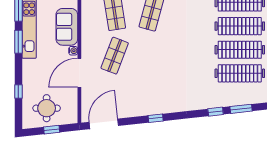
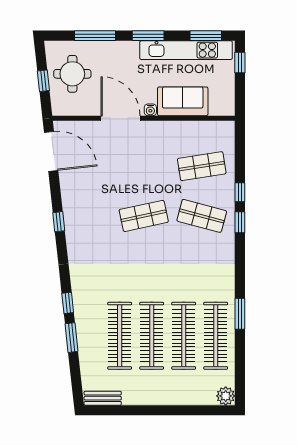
window: (18, 42) -> (148, 36), moved
shop shelf: (115, 56) -> (144, 216), moved, turned -33
window: (18, 91) -> (95, 36), width x2.17

